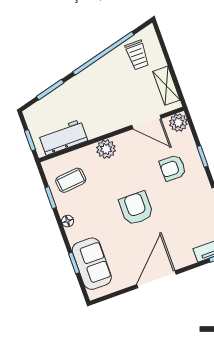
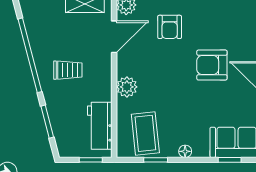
trolley: (137, 55) -> (68, 70), moved
coffee table: (71, 180) -> (145, 133), width x1.36, depth x1.30
armchair: (136, 208) -> (212, 65), moved

